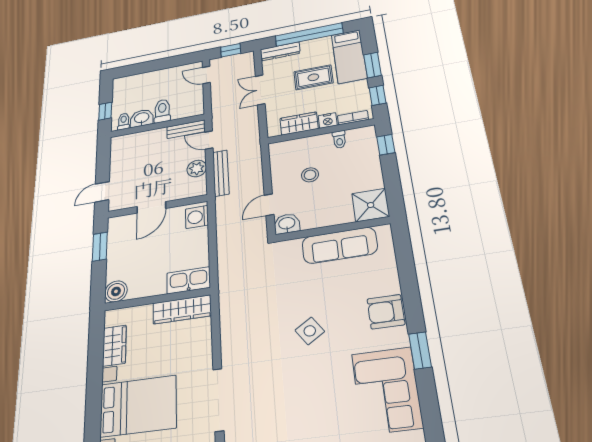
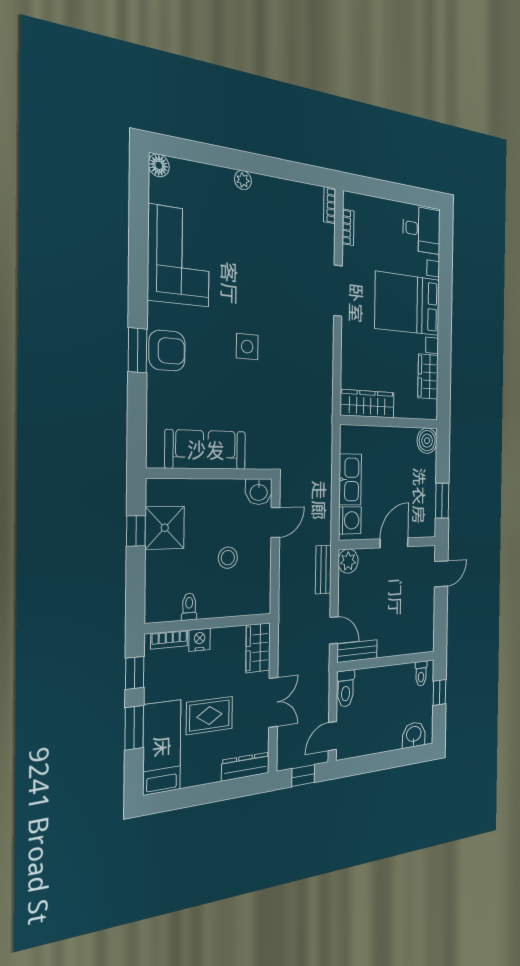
window: (309, 35) -> (208, 793), removed
door: (206, 75) -> (332, 736), swing flipped
toilet: (162, 111) -> (346, 689), moved
washbasin: (142, 118) -> (414, 735), moved, turned 180
wardrobe: (299, 124) -> (258, 648), moved, turned 90
window: (386, 145) -> (136, 531), moved
plant: (197, 169) -> (348, 561), moved
bench: (221, 173) -> (323, 570), width x0.73
shower: (371, 205) -> (165, 528), moved
kitchen sink: (188, 280) -> (350, 479), moved, turned -90
side table: (310, 331) -> (247, 347), turned 34
window: (420, 350) -> (138, 350), moved
doorway: (218, 400) -> (338, 291), width x0.73

